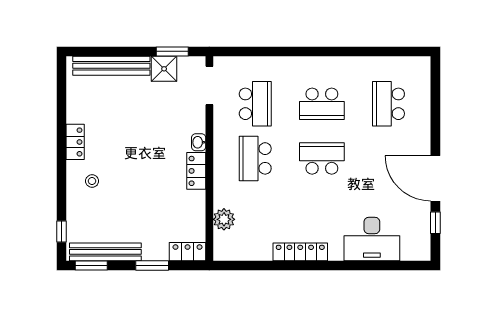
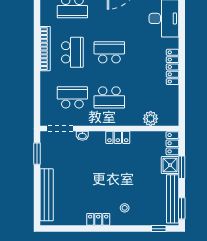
bookcase: (327, 64) -> (45, 49), added
shower: (164, 69) -> (170, 165), moved
washbasin: (199, 142) -> (82, 136), moved
school desk: (322, 158) -> (109, 52), turned 90

